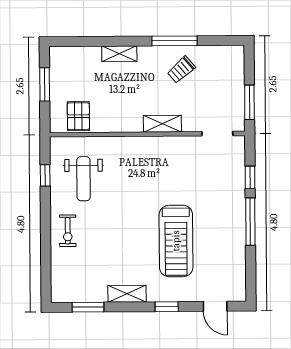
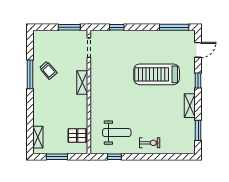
shelving: (119, 54) -> (38, 137), moved
window: (250, 222) -> (174, 27), moved
treadmill: (176, 241) -> (157, 74), turned 180

